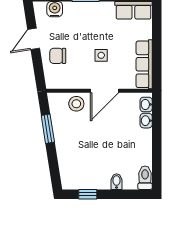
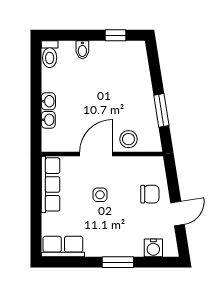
washbasin: (146, 104) -> (48, 101), moved

